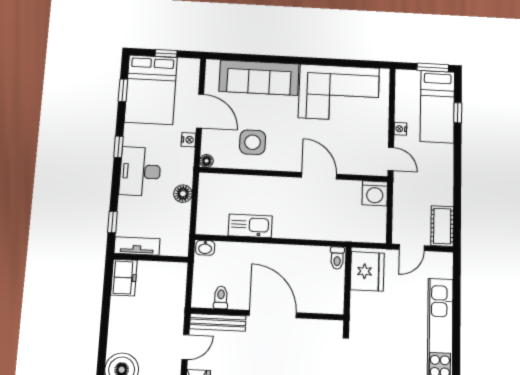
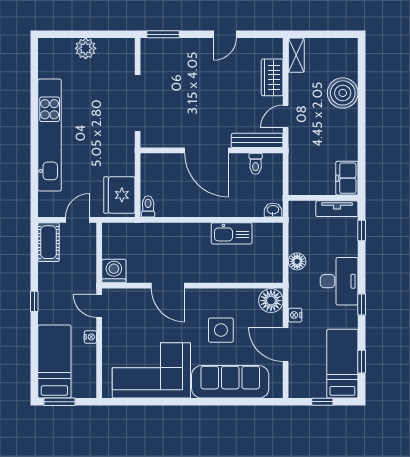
bed: (151, 90) -> (342, 364), width x0.67
window: (458, 113) -> (34, 301), moved
side table: (253, 142) -> (221, 330), moved
floor lamp: (207, 161) -> (271, 301), width x1.89, depth x1.89

